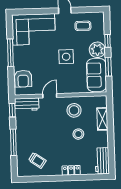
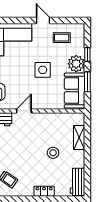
stool: (74, 110) -> (49, 127), removed

